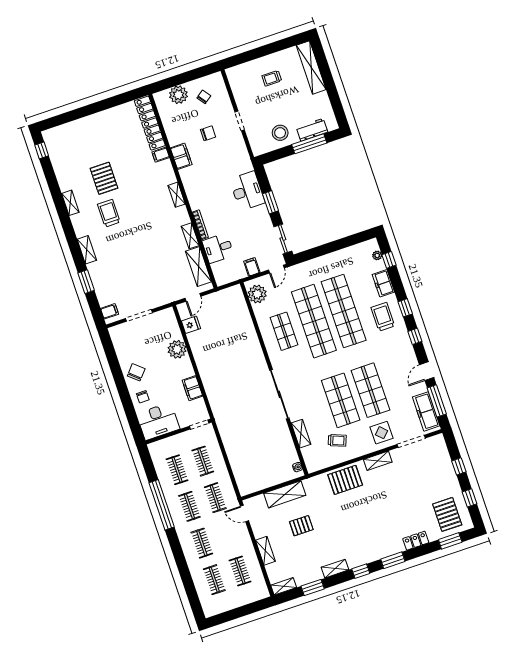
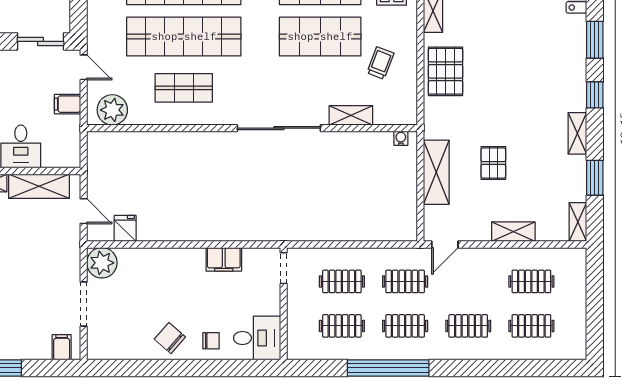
plant: (177, 349) -> (102, 263), moved
desk: (158, 421) -> (257, 338), width x0.73

